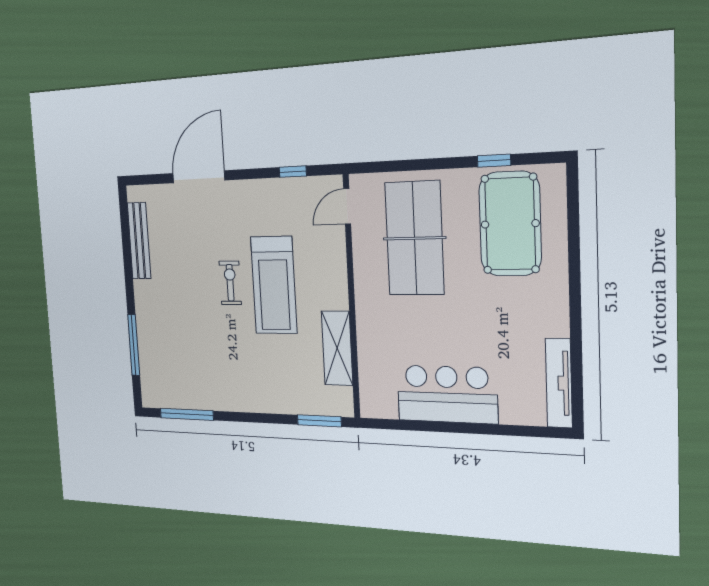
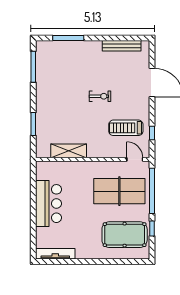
window: (411, 165) -> (152, 191), added
treadmill: (274, 285) -> (126, 128), moved, width x0.73, depth x0.73
window: (319, 421) -> (33, 124), moved

